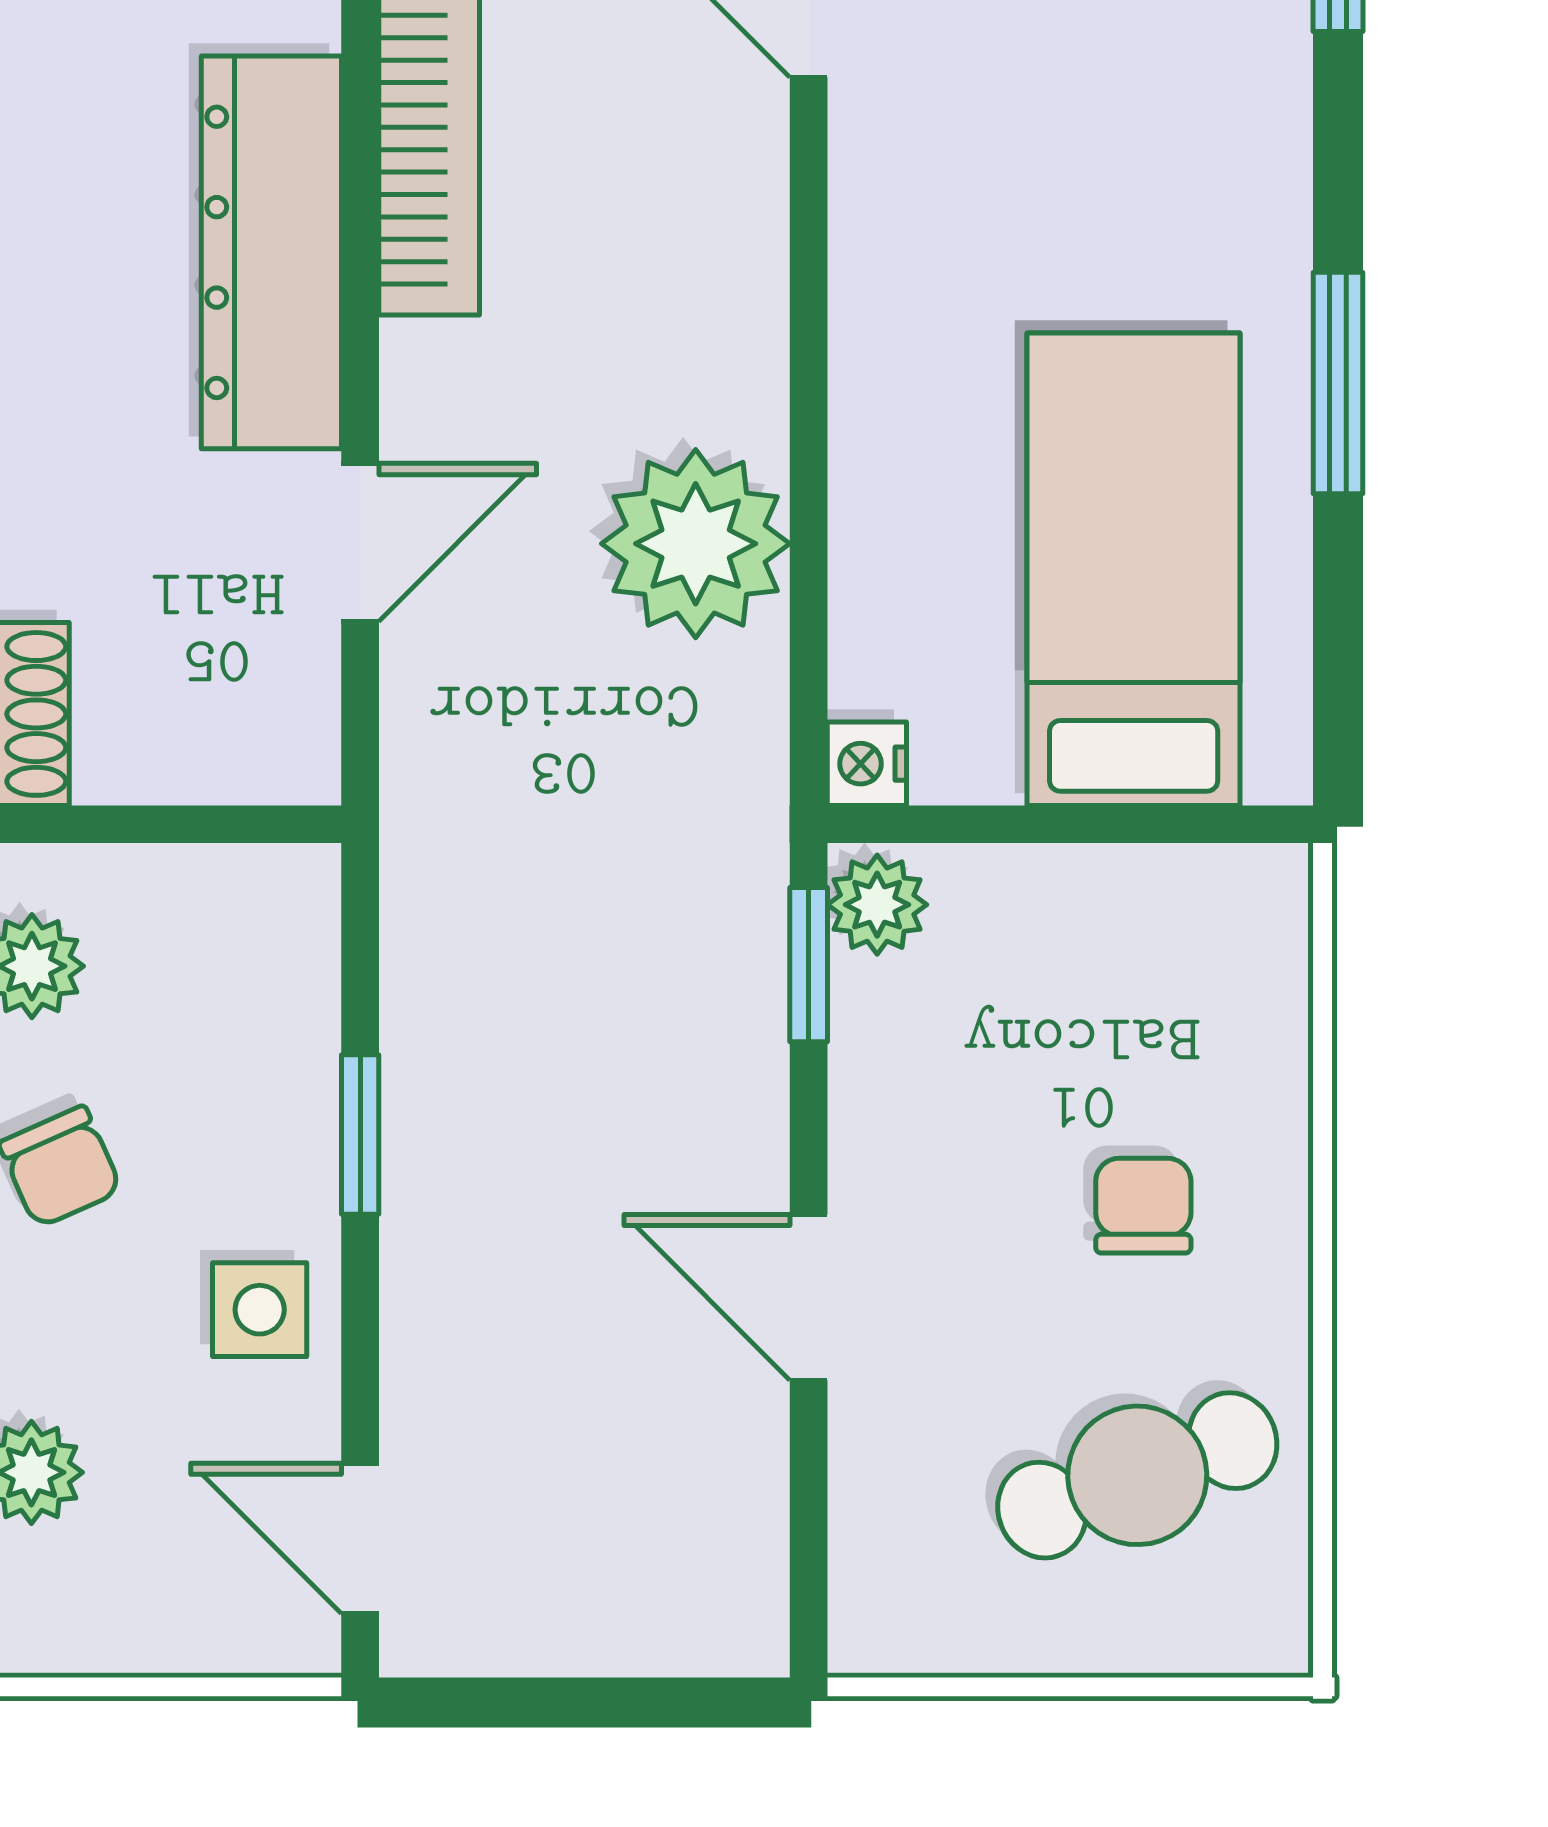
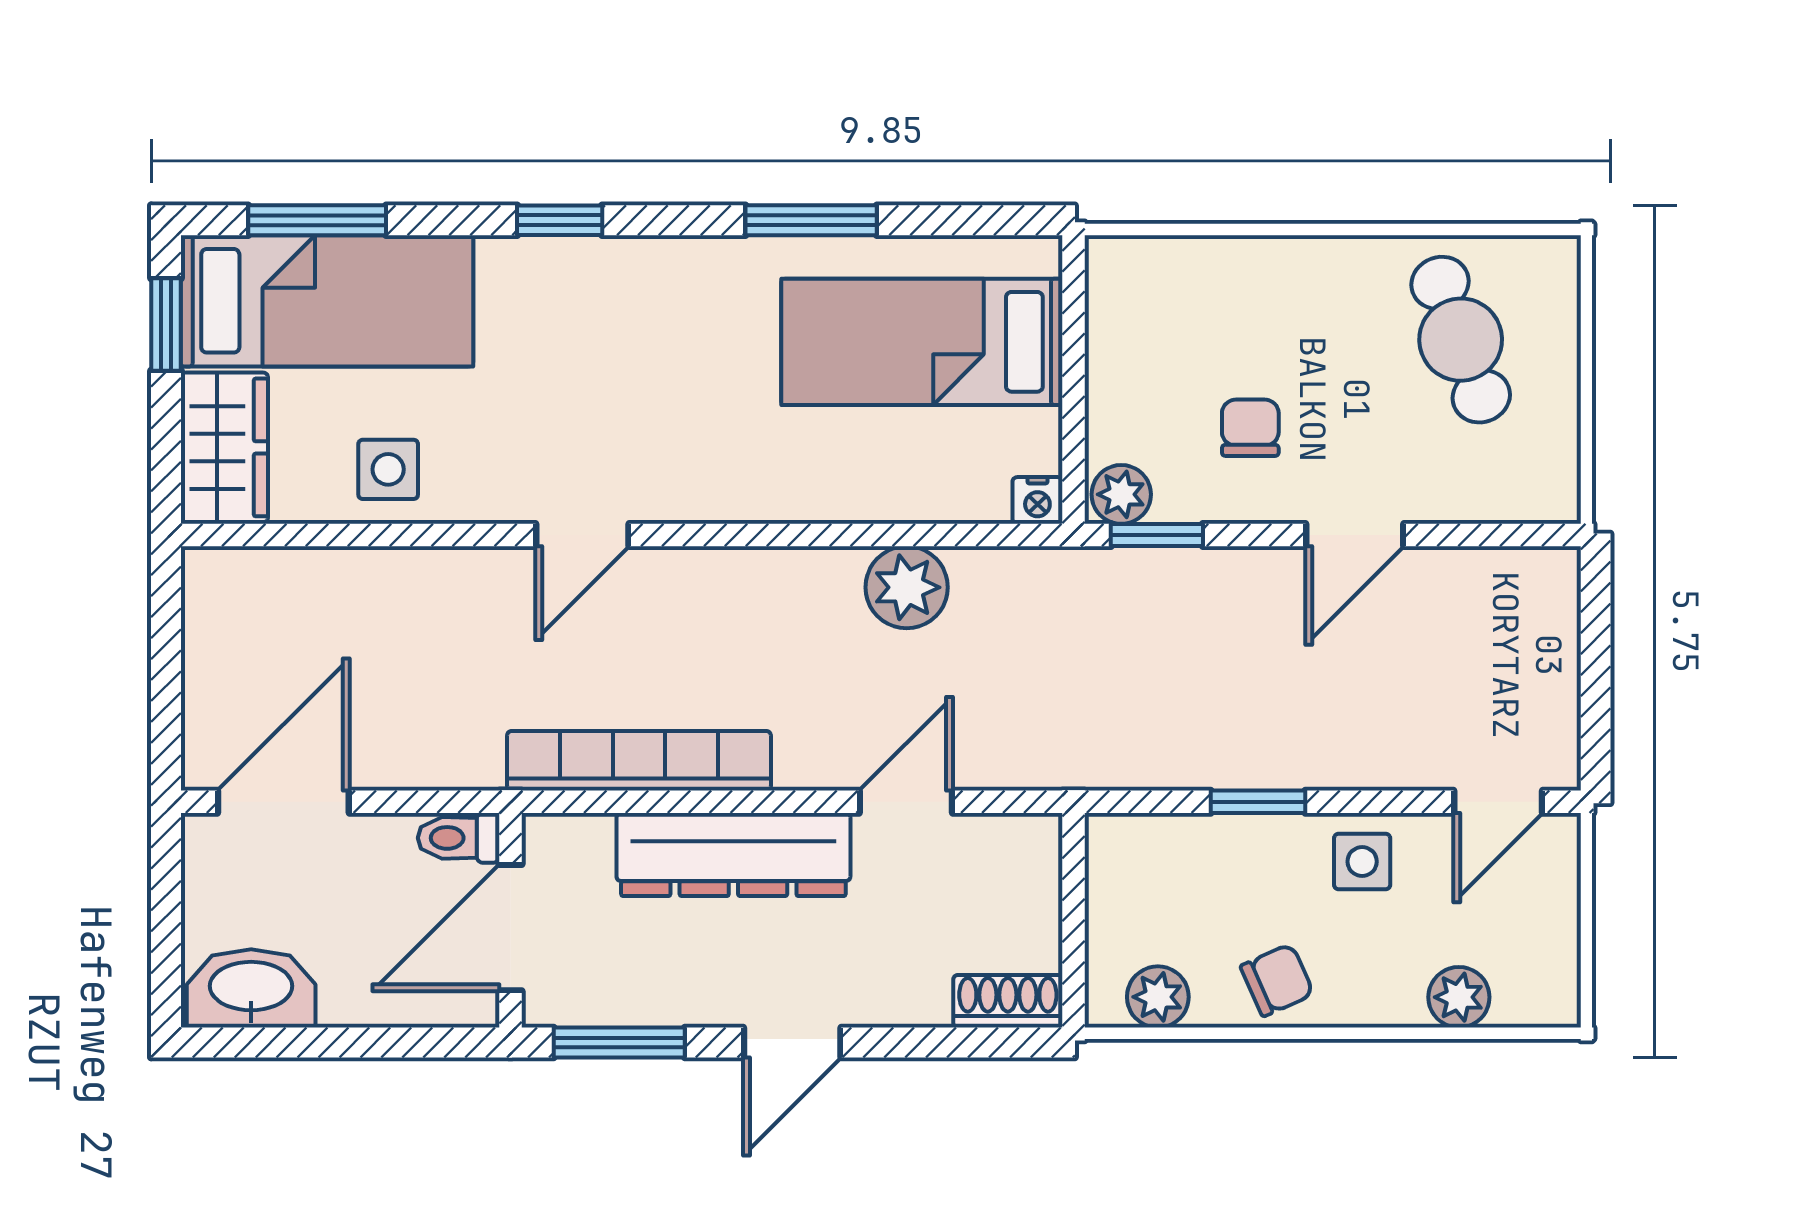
door: (360, 542) -> (906, 802), hinge flipped
plant: (696, 544) -> (907, 587), width x0.73, depth x0.73
chair: (1143, 1206) -> (1250, 428), moved, turned 90

